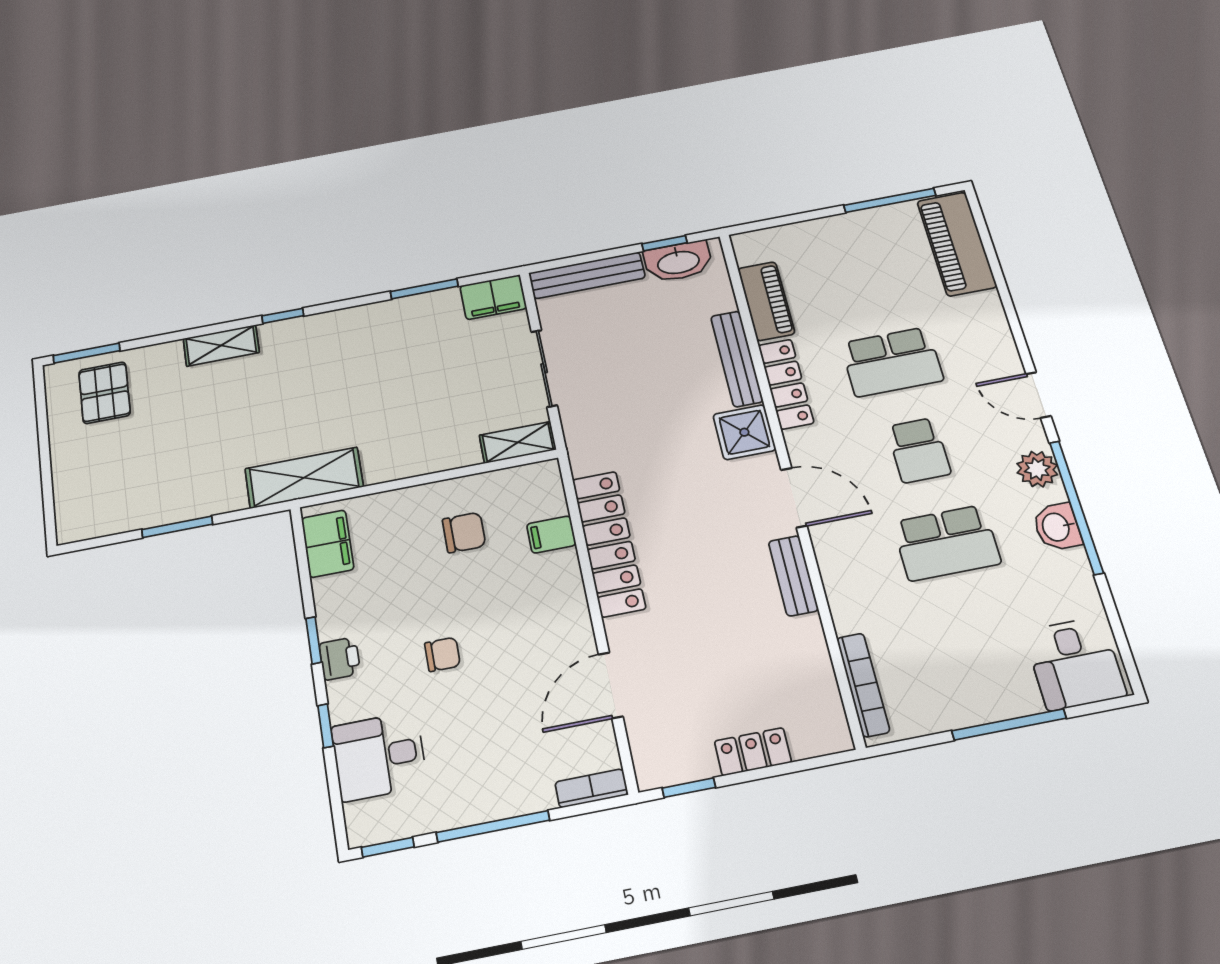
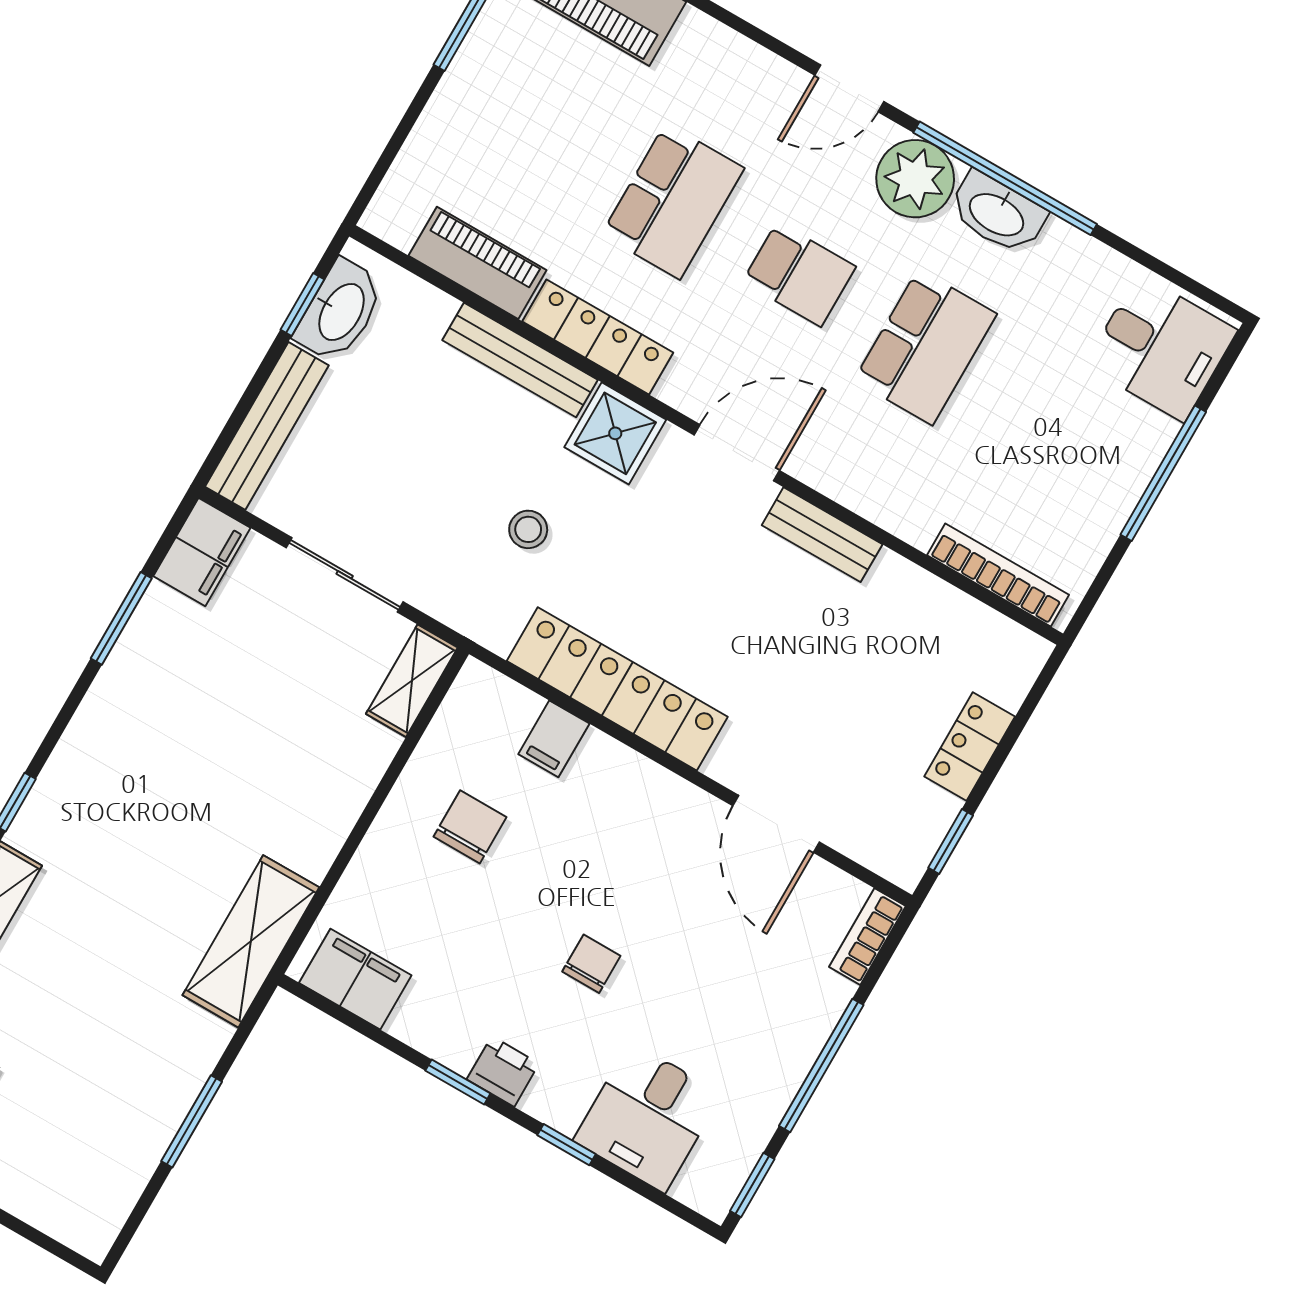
stool: (652, 432) -> (528, 529), added
plant: (1037, 469) -> (915, 179), width x1.36, depth x1.36
washbasin: (1057, 527) -> (997, 213), width x1.38

